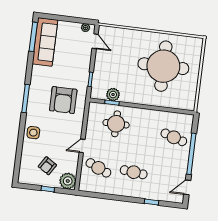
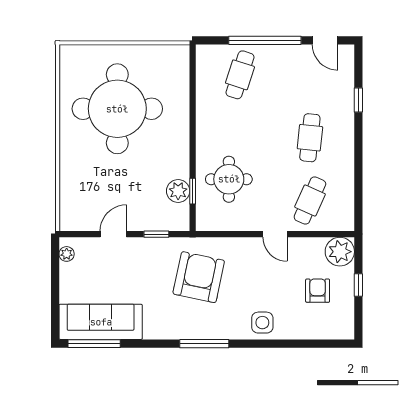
door: (95, 41) -> (113, 234), moved
armchair: (63, 100) -> (199, 277), turned -78
armchair: (47, 166) -> (318, 291), turned -122

